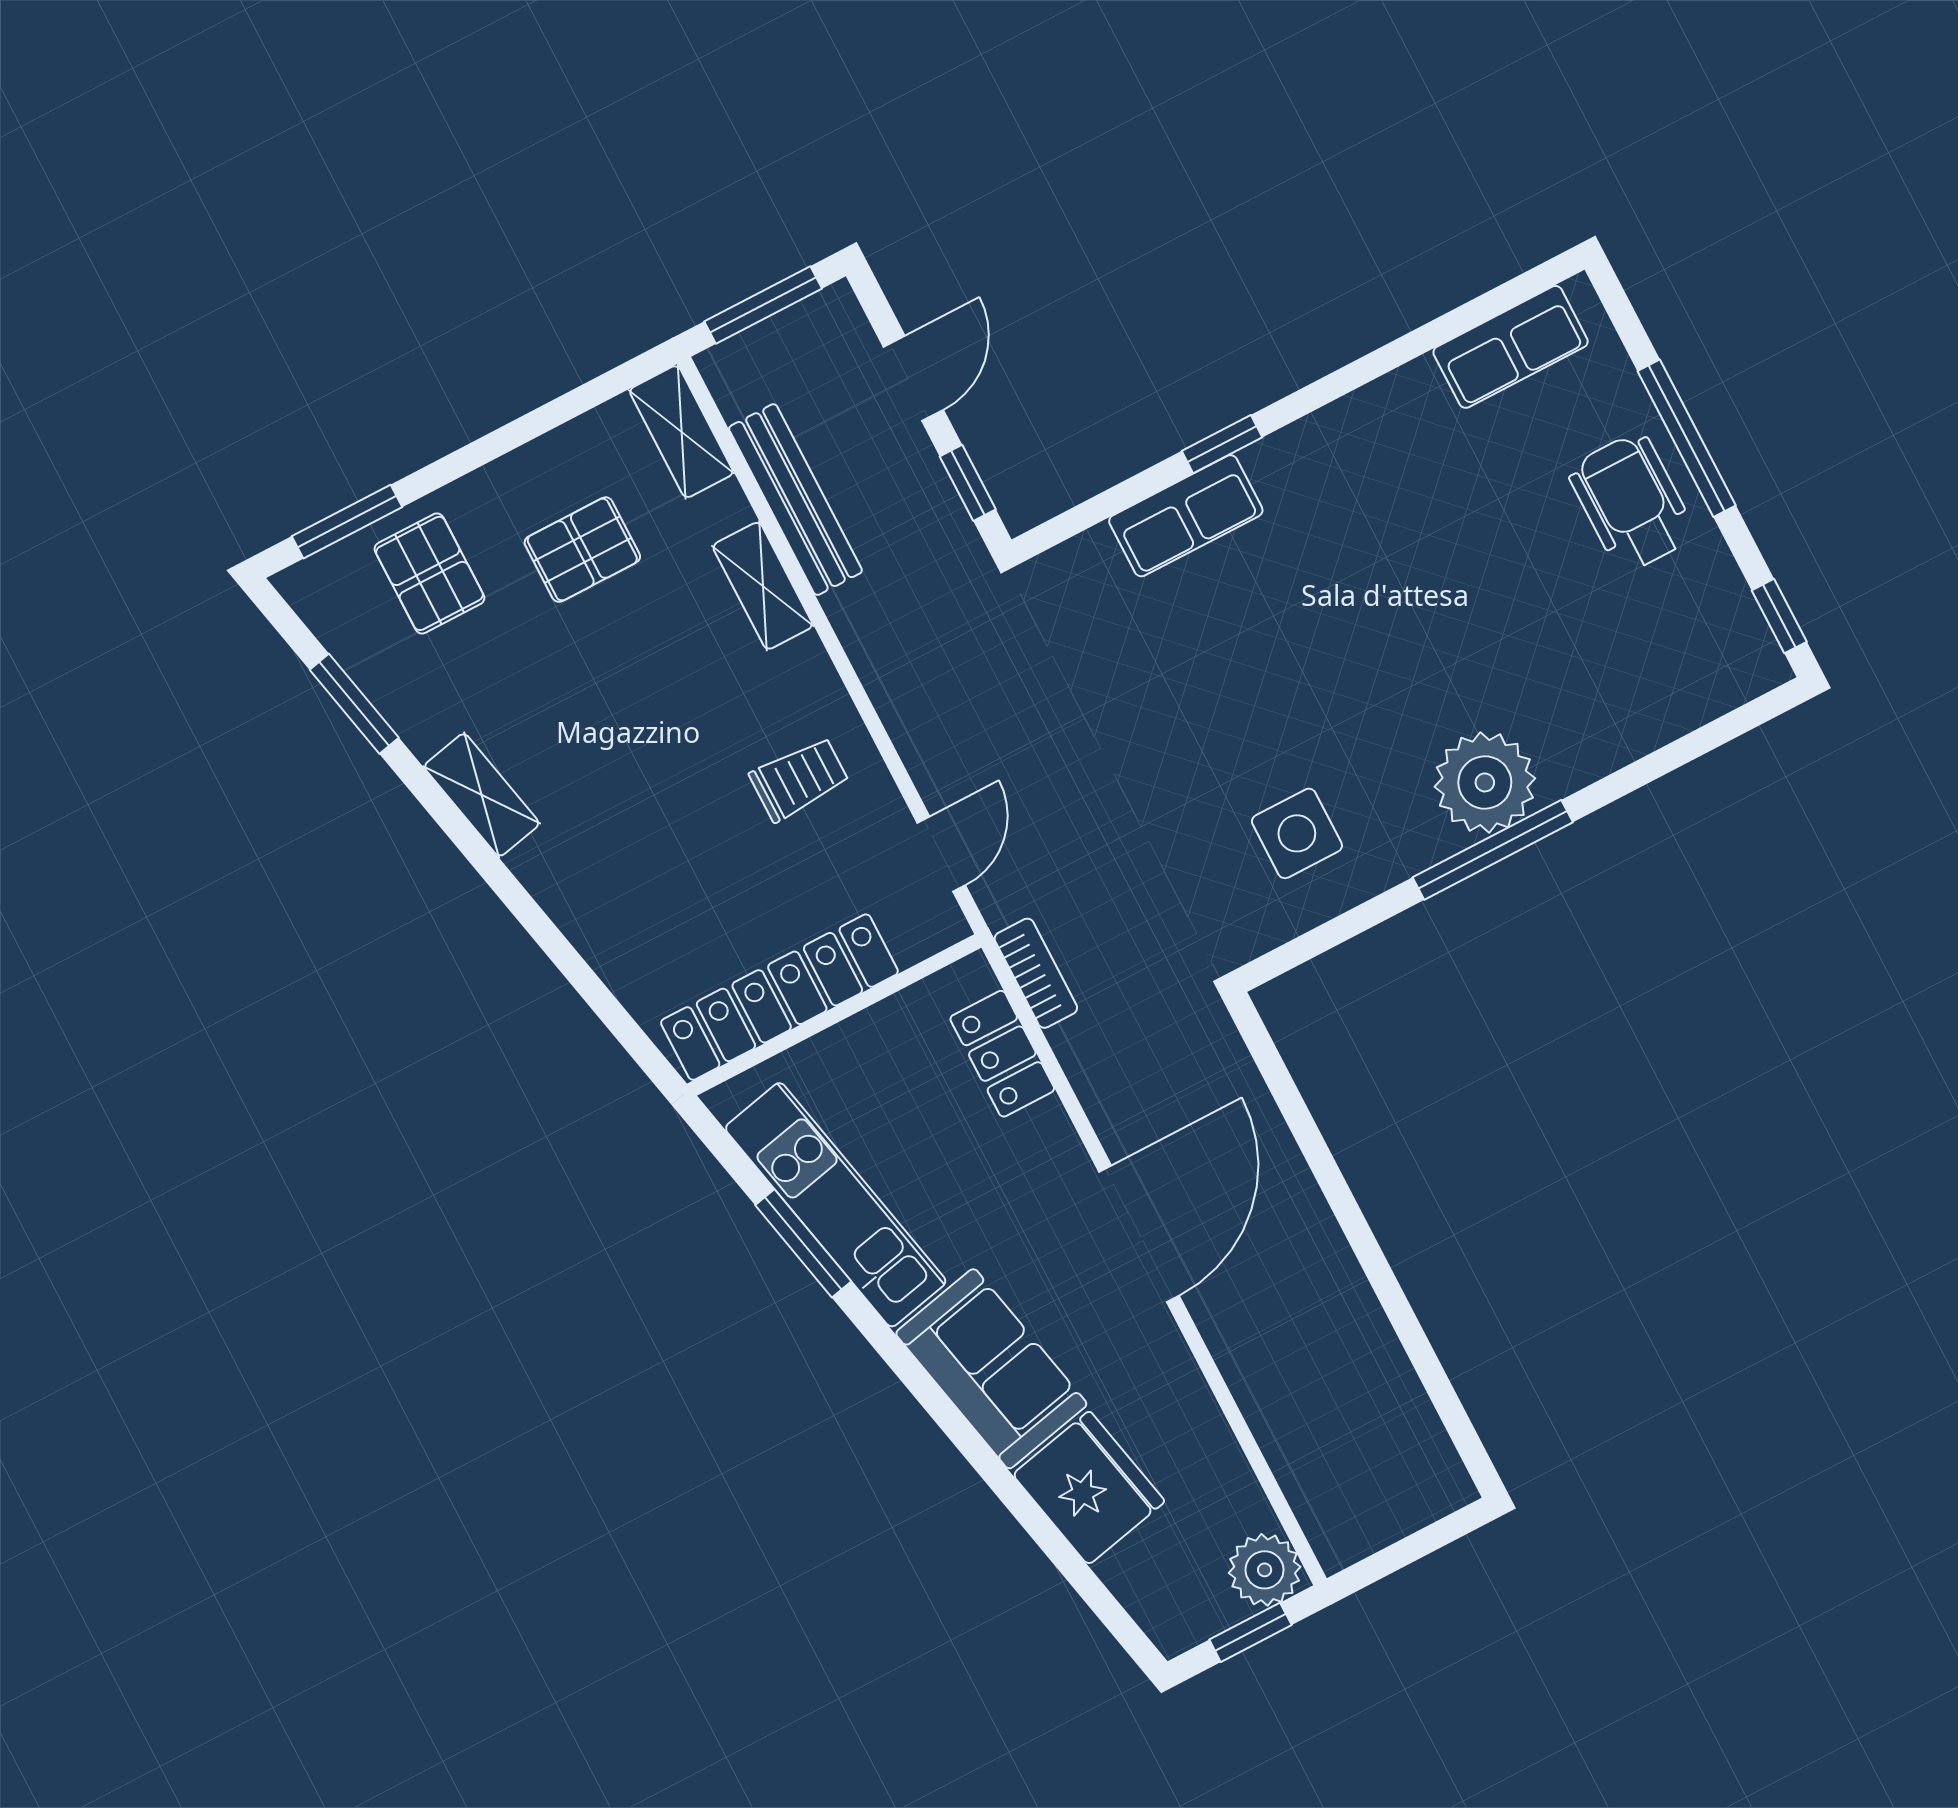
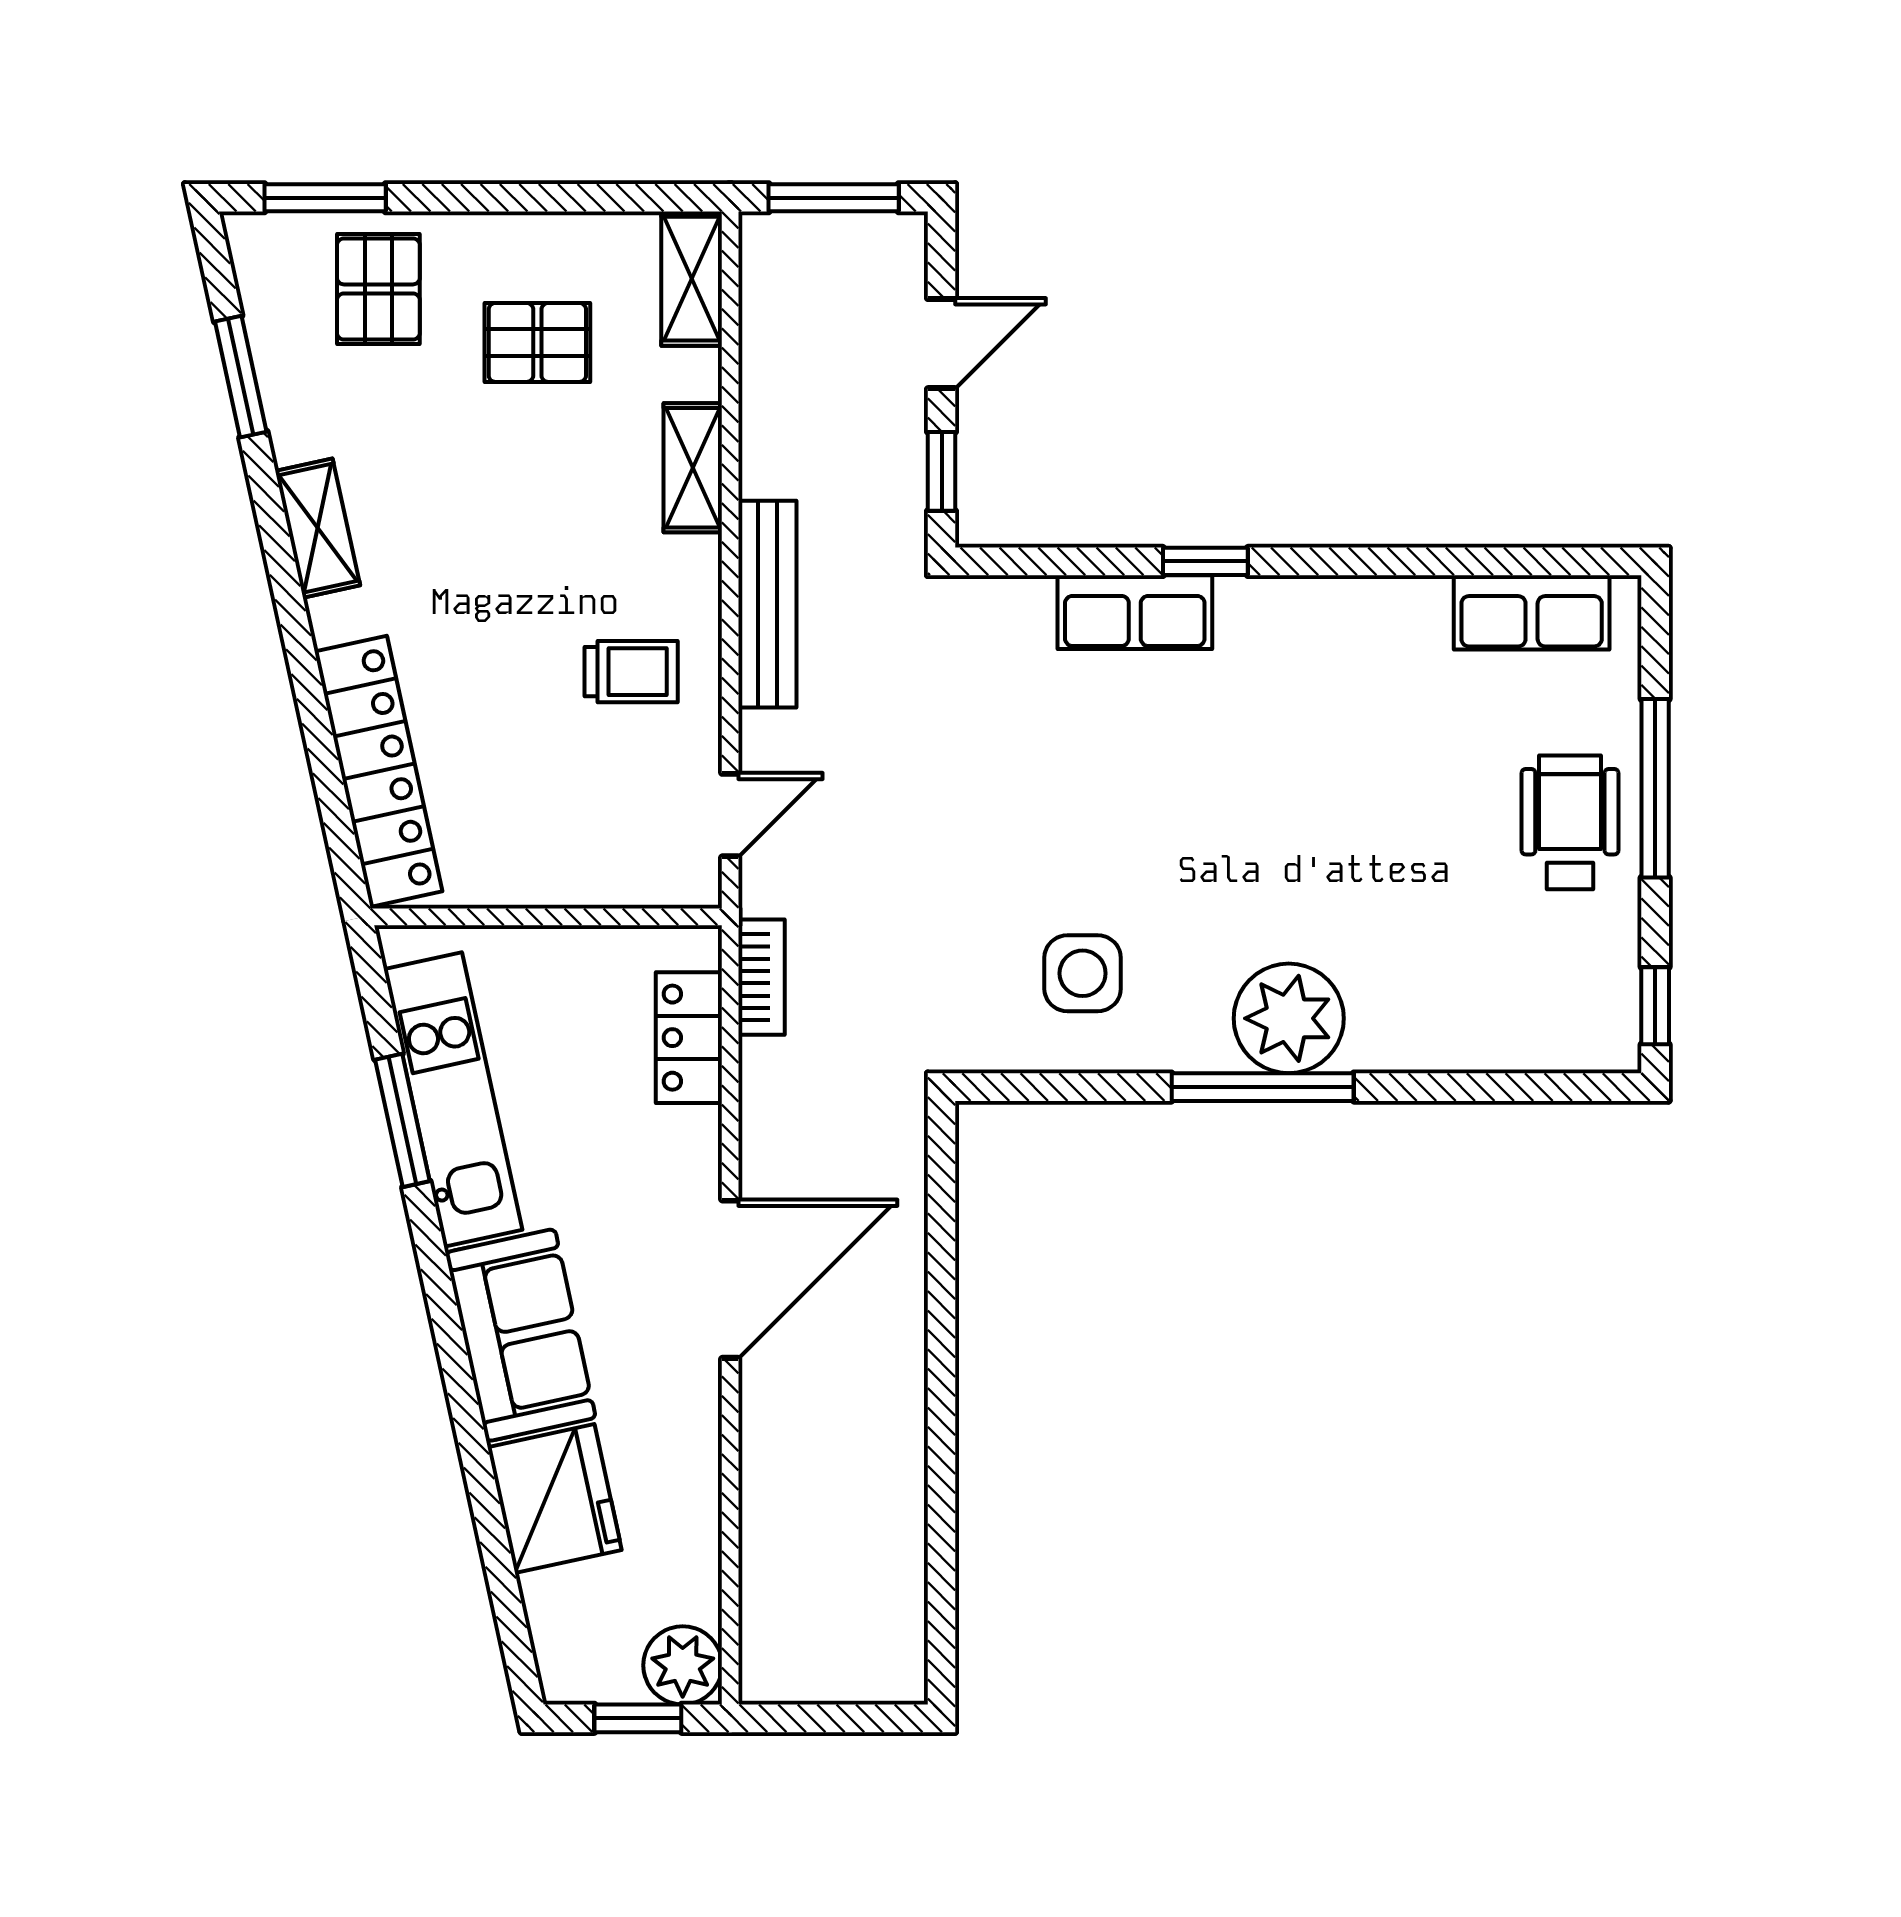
bench: (795, 500) -> (767, 604), moved
locker: (779, 997) -> (379, 771), moved, turned 78

